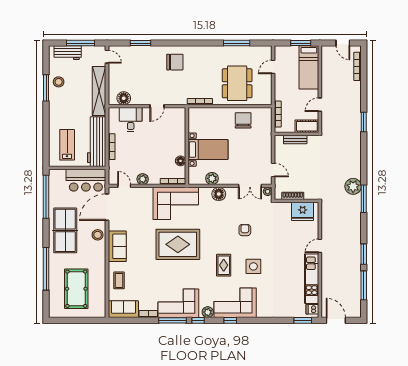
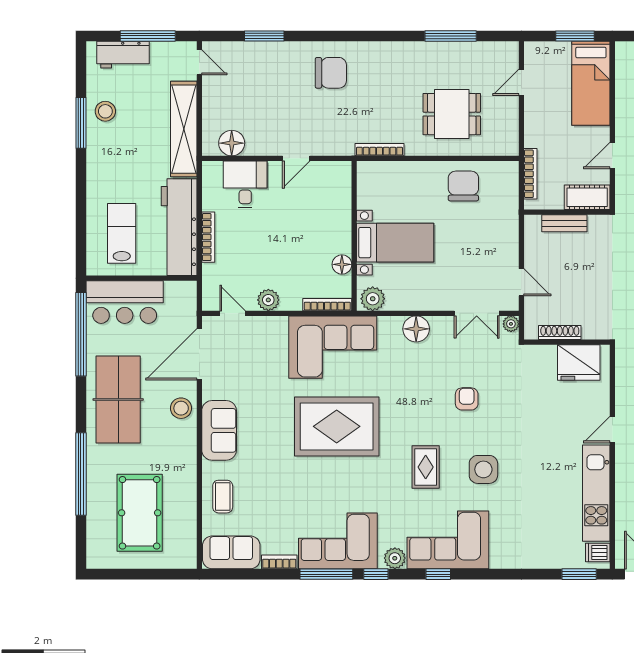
dining table: (237, 83) -> (452, 114), width x0.73
plant: (212, 178) -> (373, 299), moved
bar counter: (86, 180) -> (125, 302), moved

